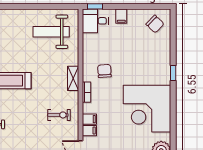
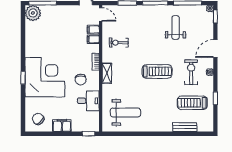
filing cabinet: (121, 16) -> (62, 126), width x2.00
desk: (95, 21) -> (88, 101), moved
corner desk: (147, 109) -> (45, 77), moved

